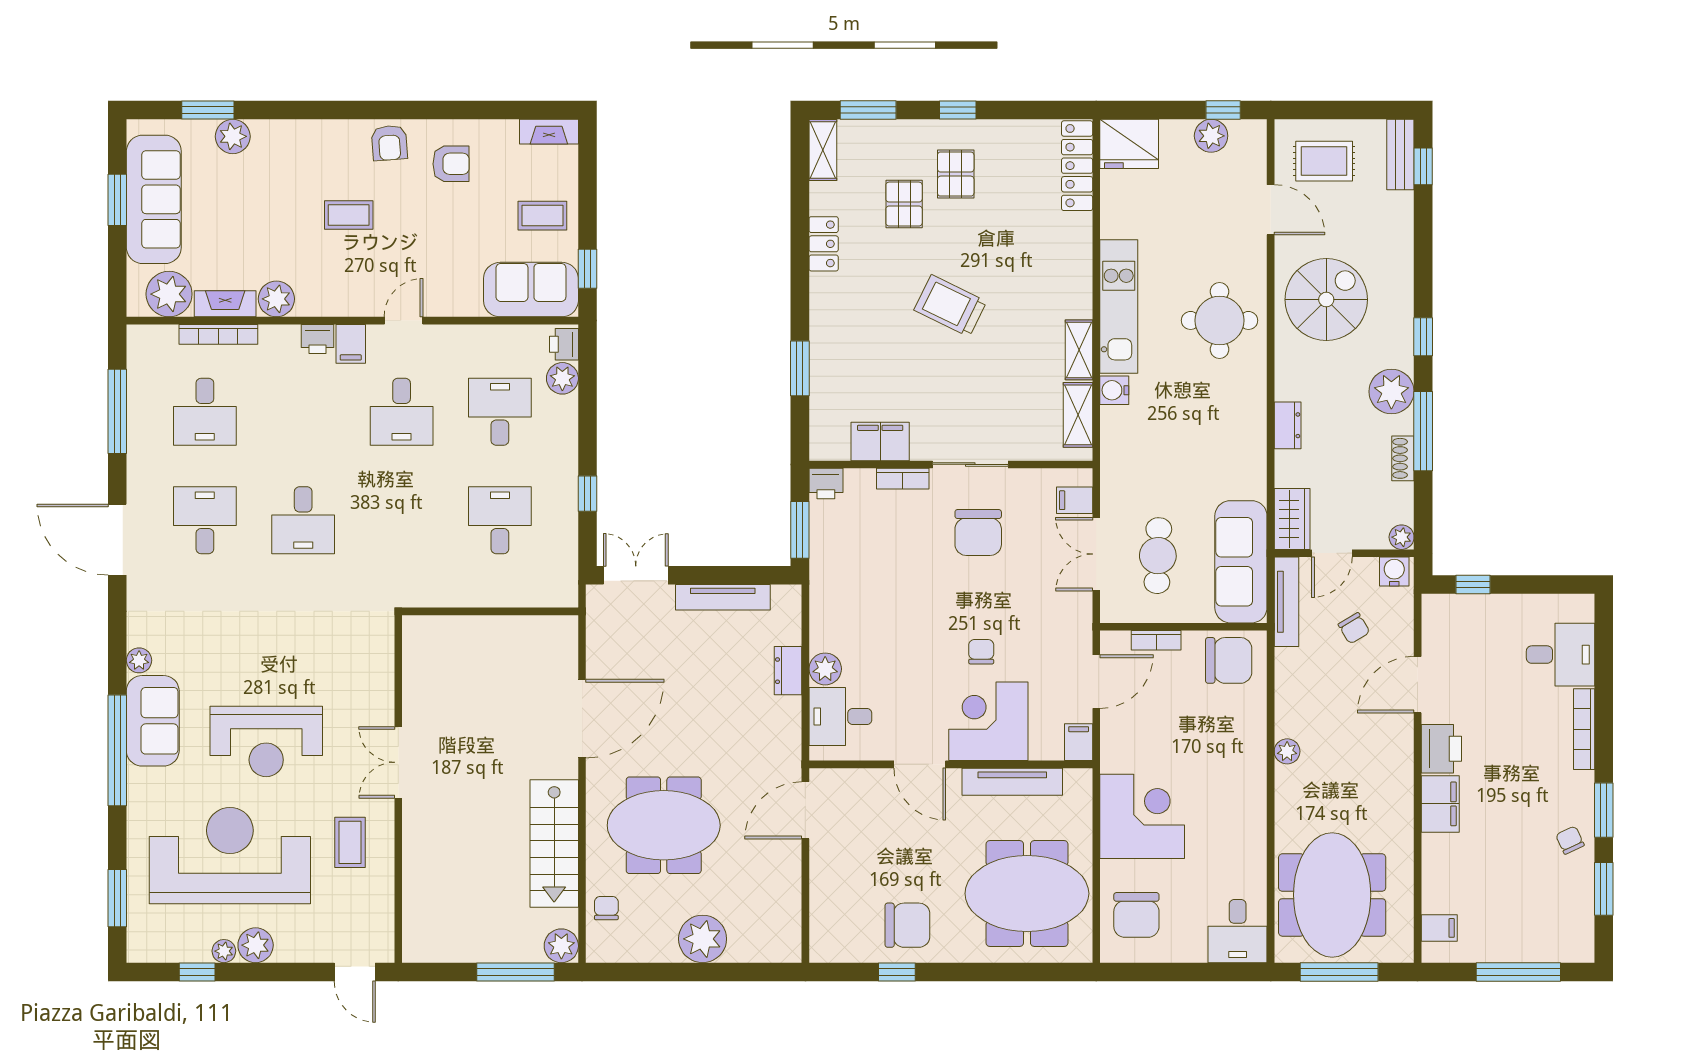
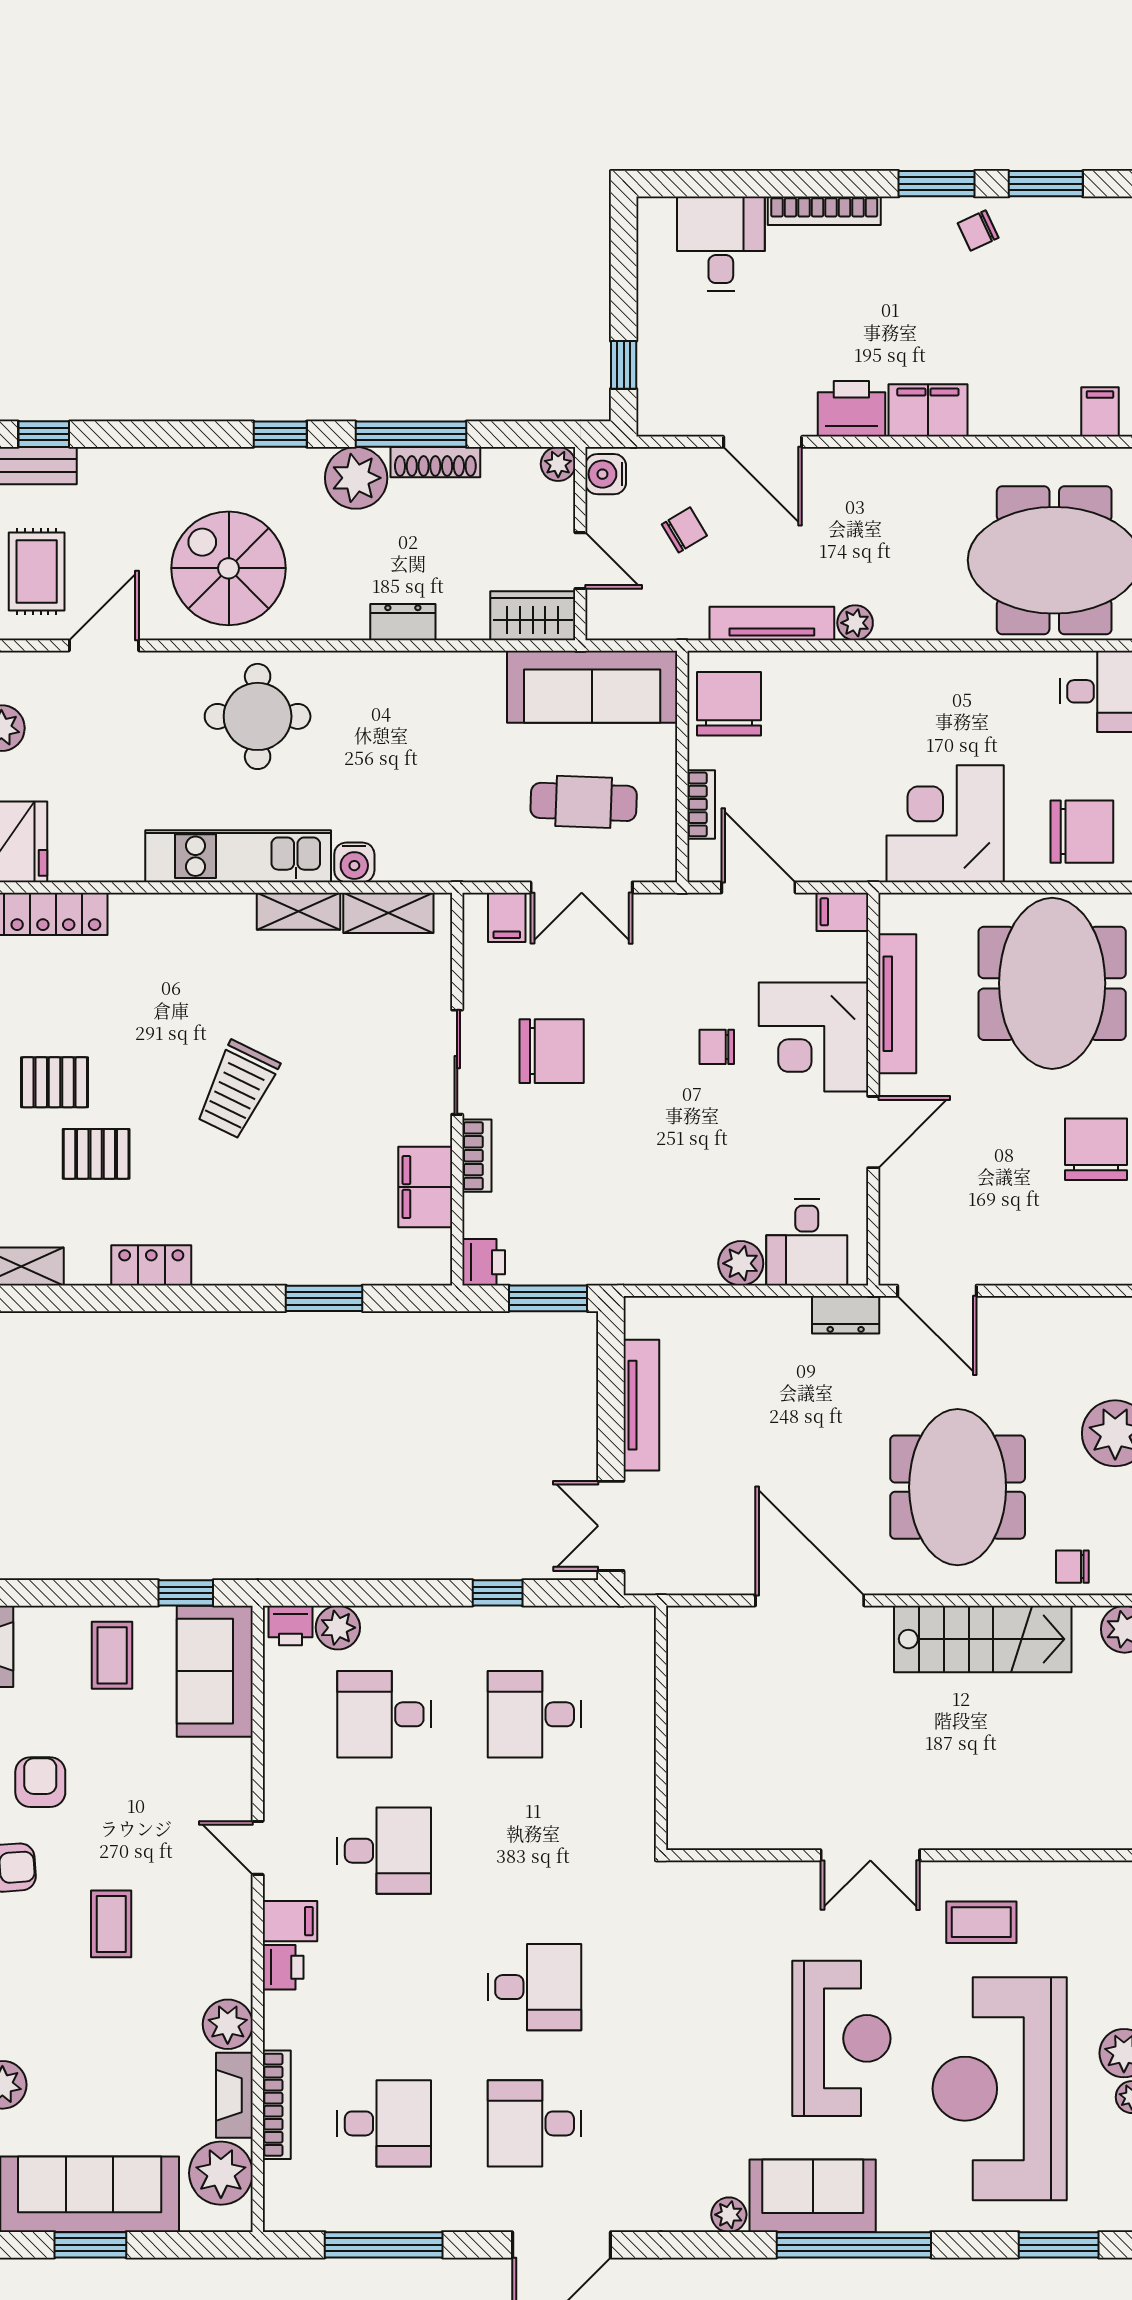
shoe rack: (1403, 458) -> (435, 462), width x1.43
tv unit: (1286, 602) -> (772, 624), moved
dresser: (788, 671) -> (846, 1315), moved

